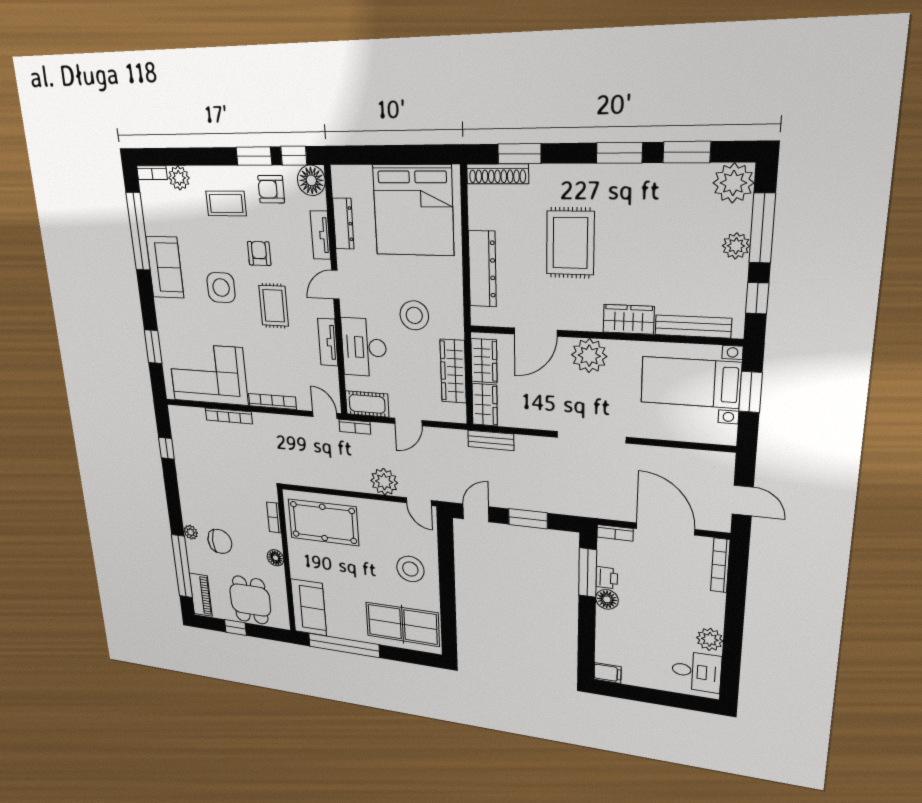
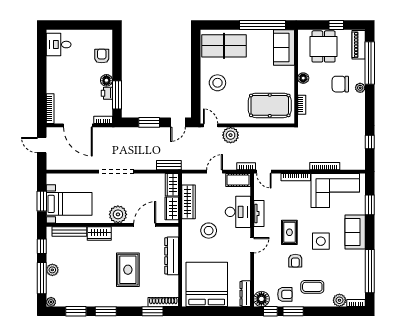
plant: (733, 183) -> (51, 302), width x0.53, depth x0.53
dresser: (343, 224) -> (245, 294), moved
tv unit: (320, 235) -> (259, 271), removed
sofa: (165, 267) -> (355, 232), moved
plant: (710, 639) -> (53, 65), removed
armchair: (615, 640) -> (102, 56), added
filing cabinet: (608, 673) -> (105, 35), removed

